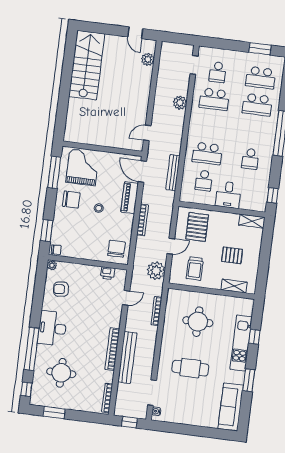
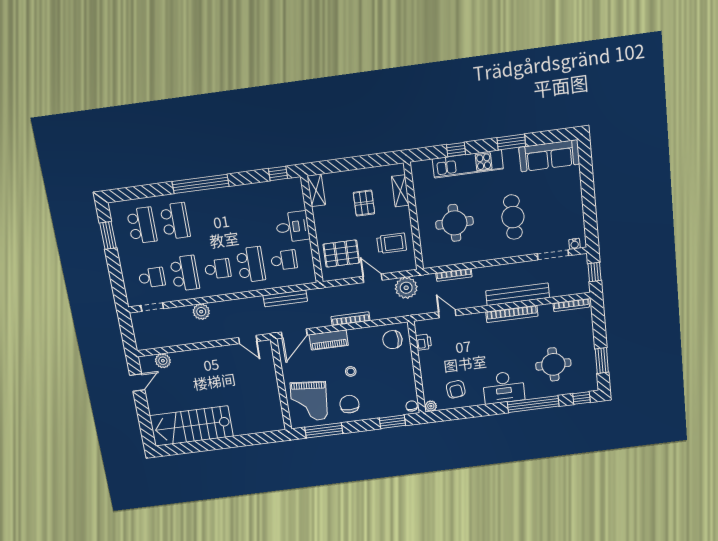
school desk: (250, 159) -> (218, 269), moved
grand piano: (82, 167) -> (309, 401), turned -85

